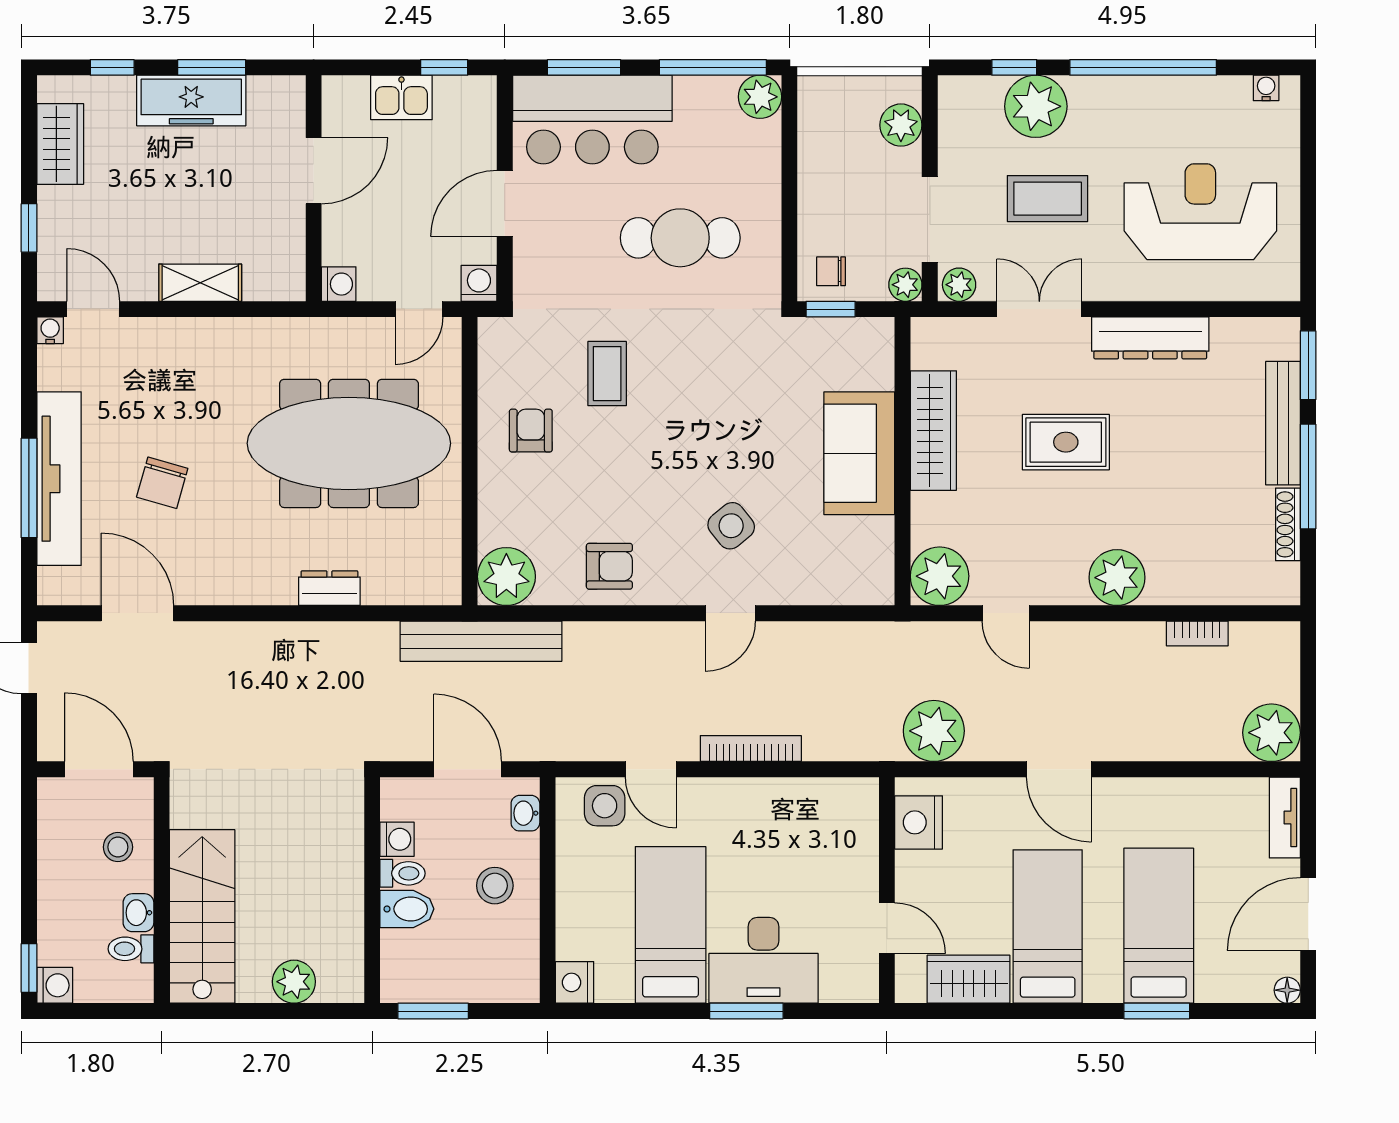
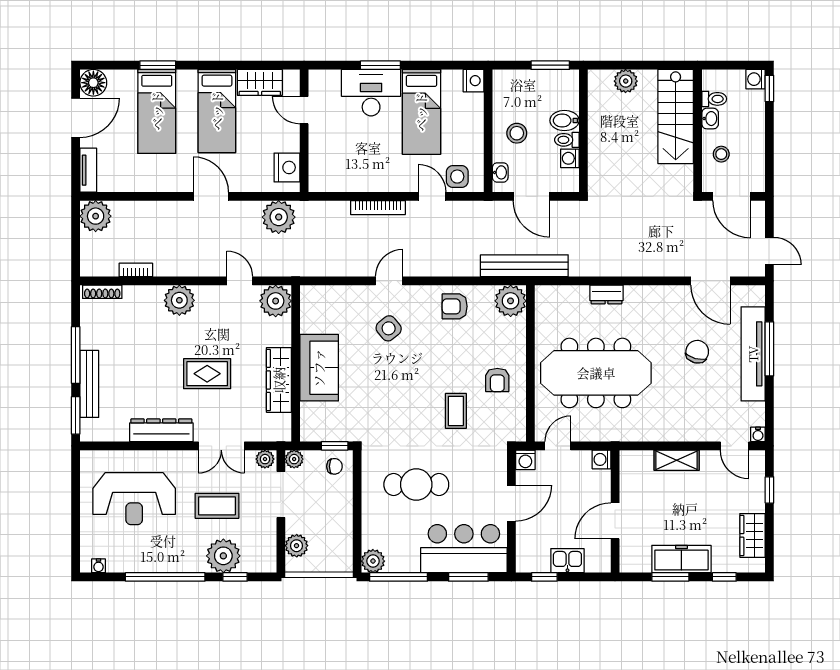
shoe rack: (1288, 524) -> (102, 292), moved, turned 90
floor lamp: (1287, 990) -> (93, 83), width x1.89, depth x1.89

